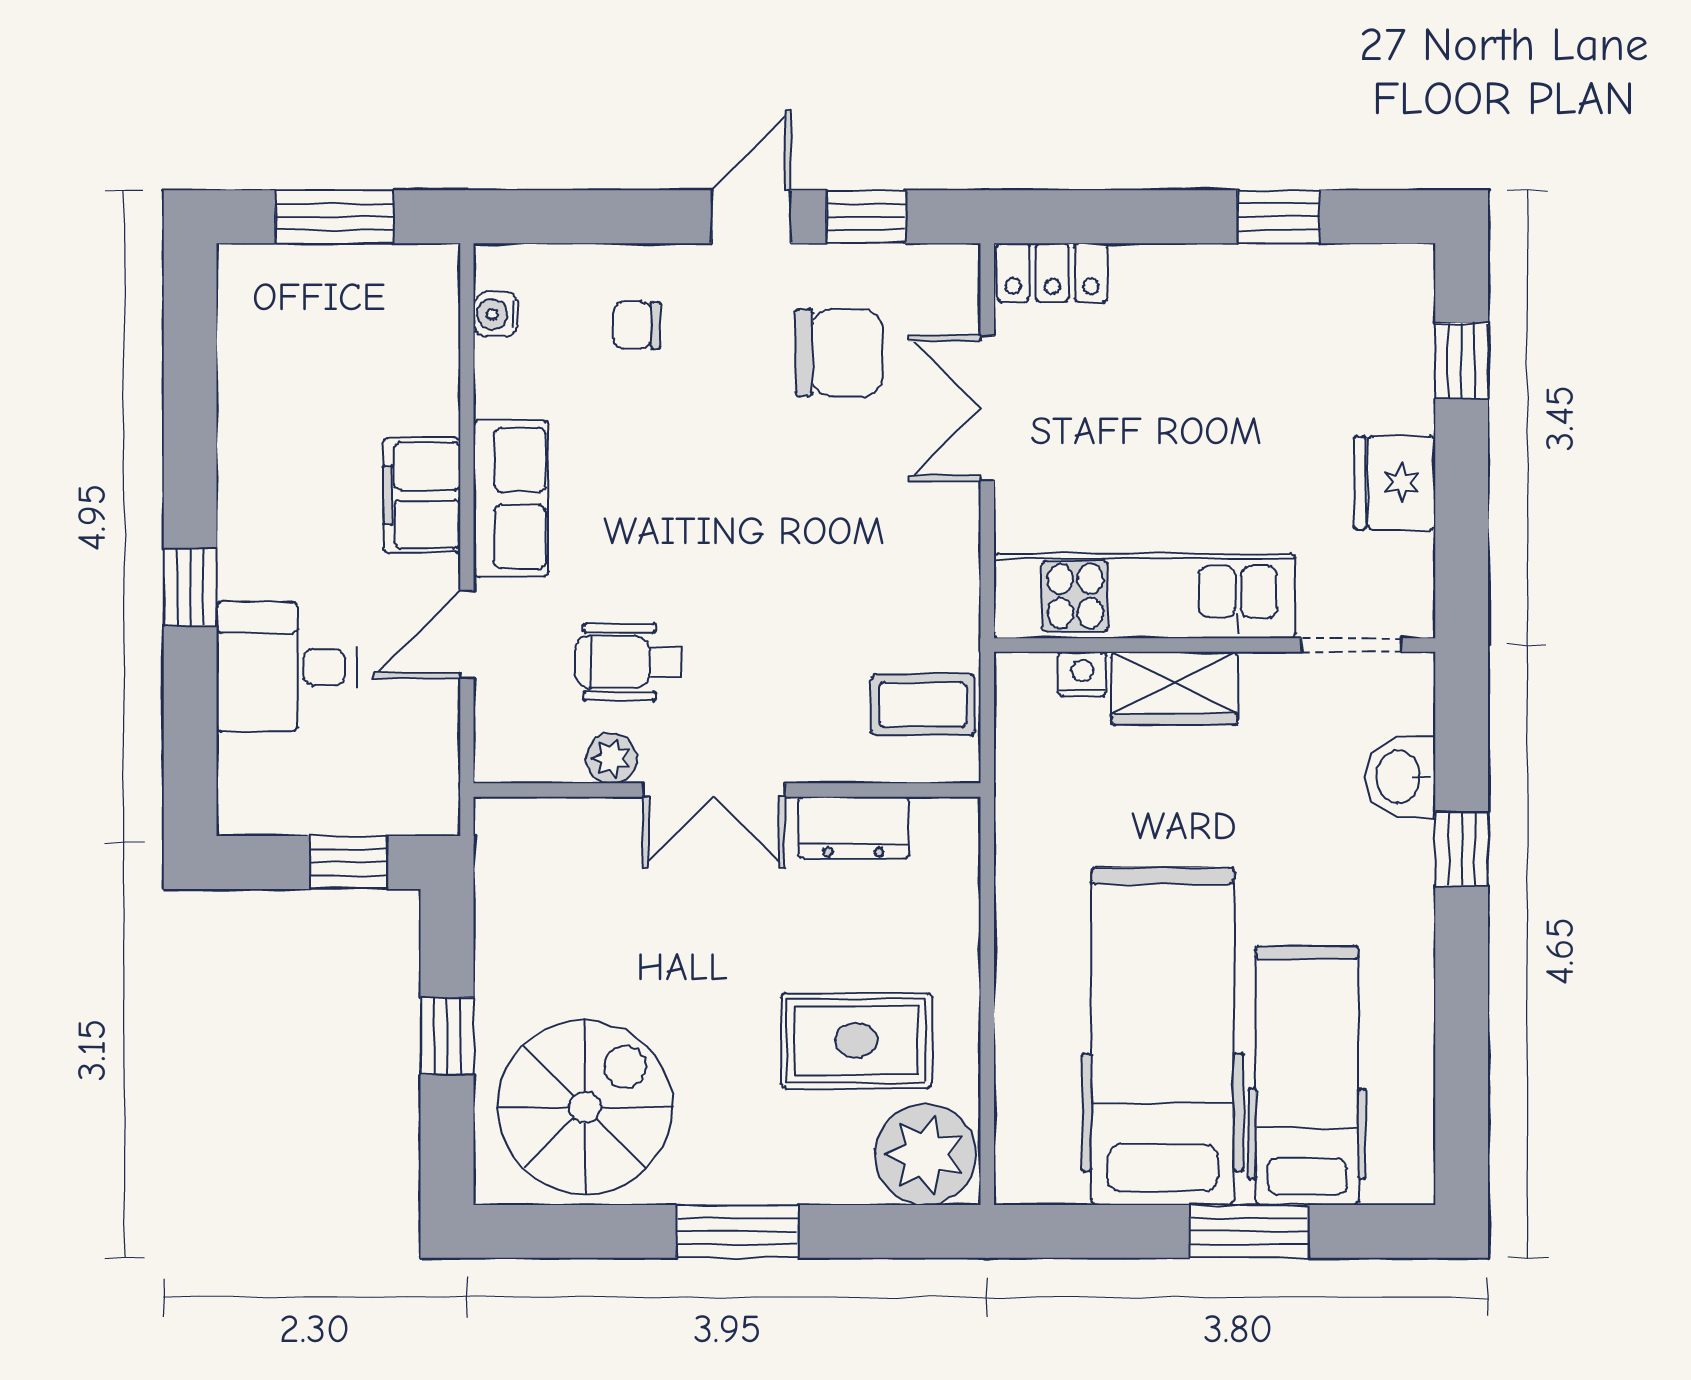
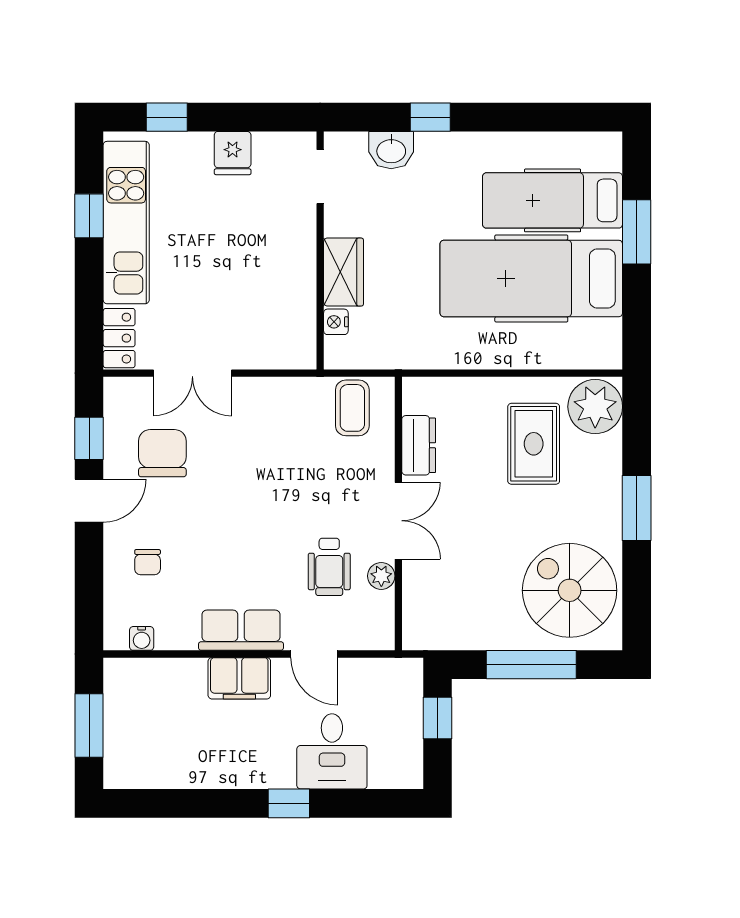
door: (751, 217) -> (89, 501), swing flipped
fridge: (1395, 483) -> (233, 153), width x0.72
kitchen unit: (1145, 596) -> (126, 223), moved, turned 180
window: (447, 1036) -> (531, 665), width x2.17

